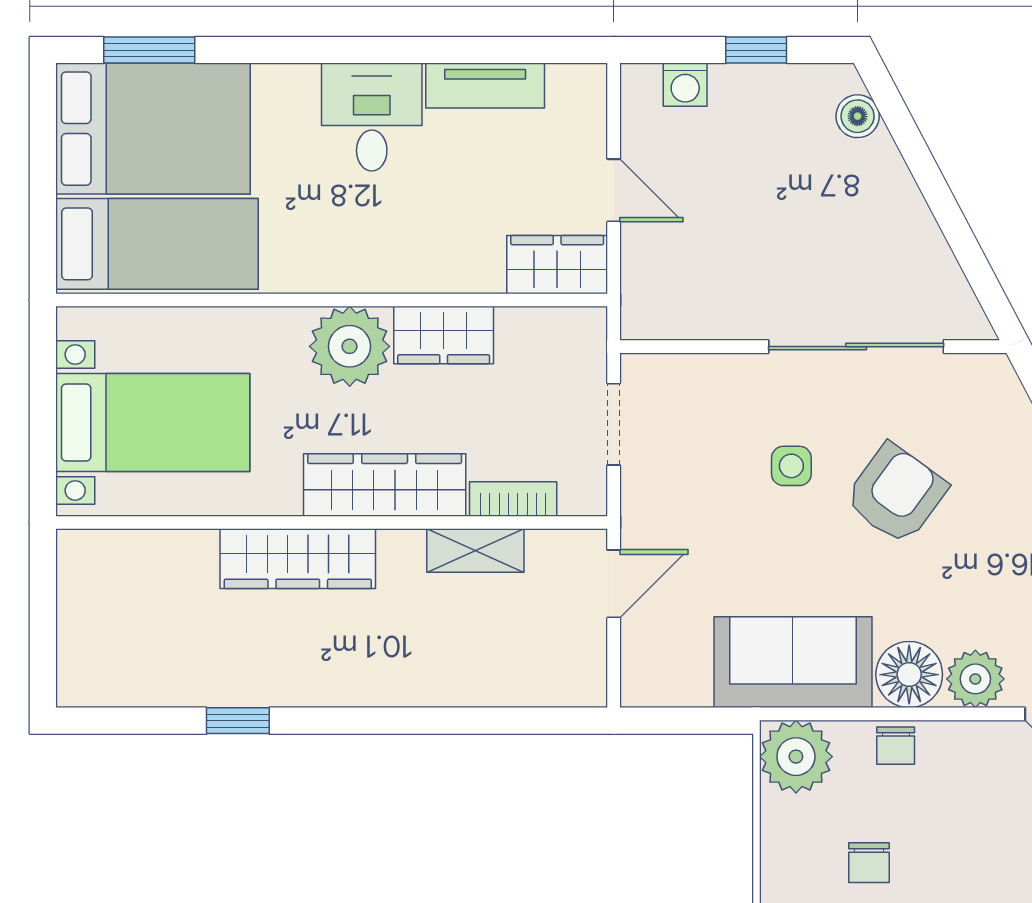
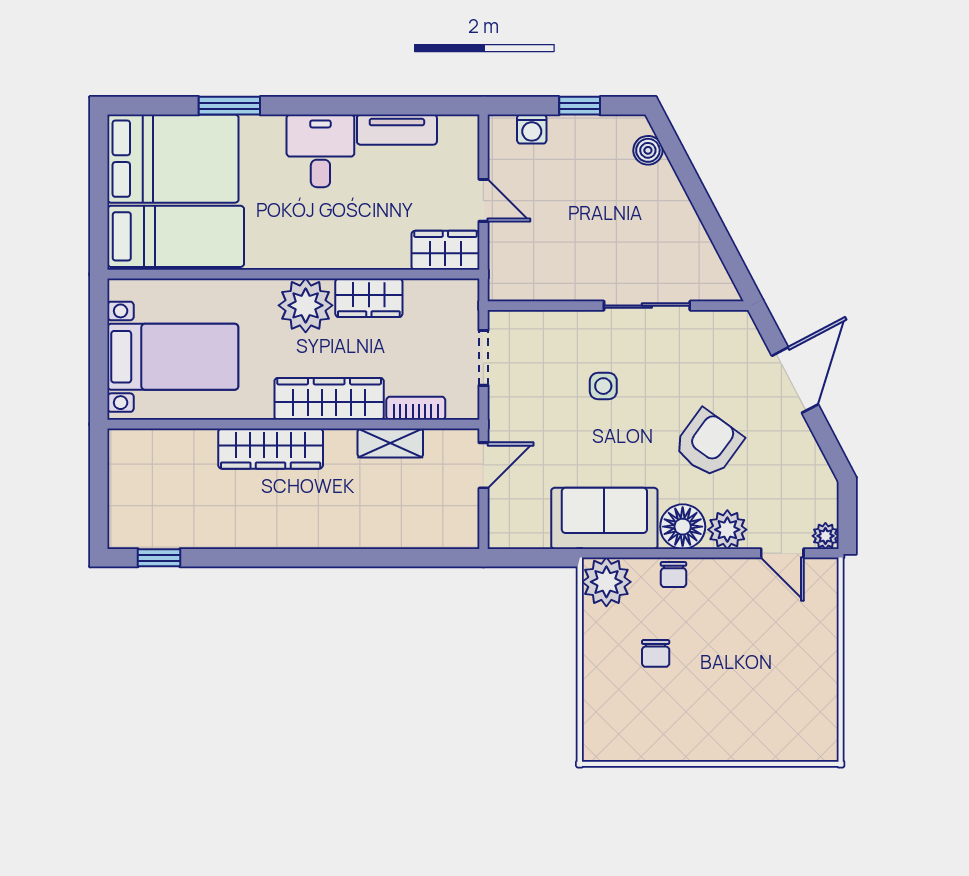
window: (149, 50) -> (229, 106), moved
sliding door: (856, 347) -> (647, 306), width x0.73
armchair: (896, 494) -> (708, 443), moved
window: (238, 721) -> (159, 558), moved

